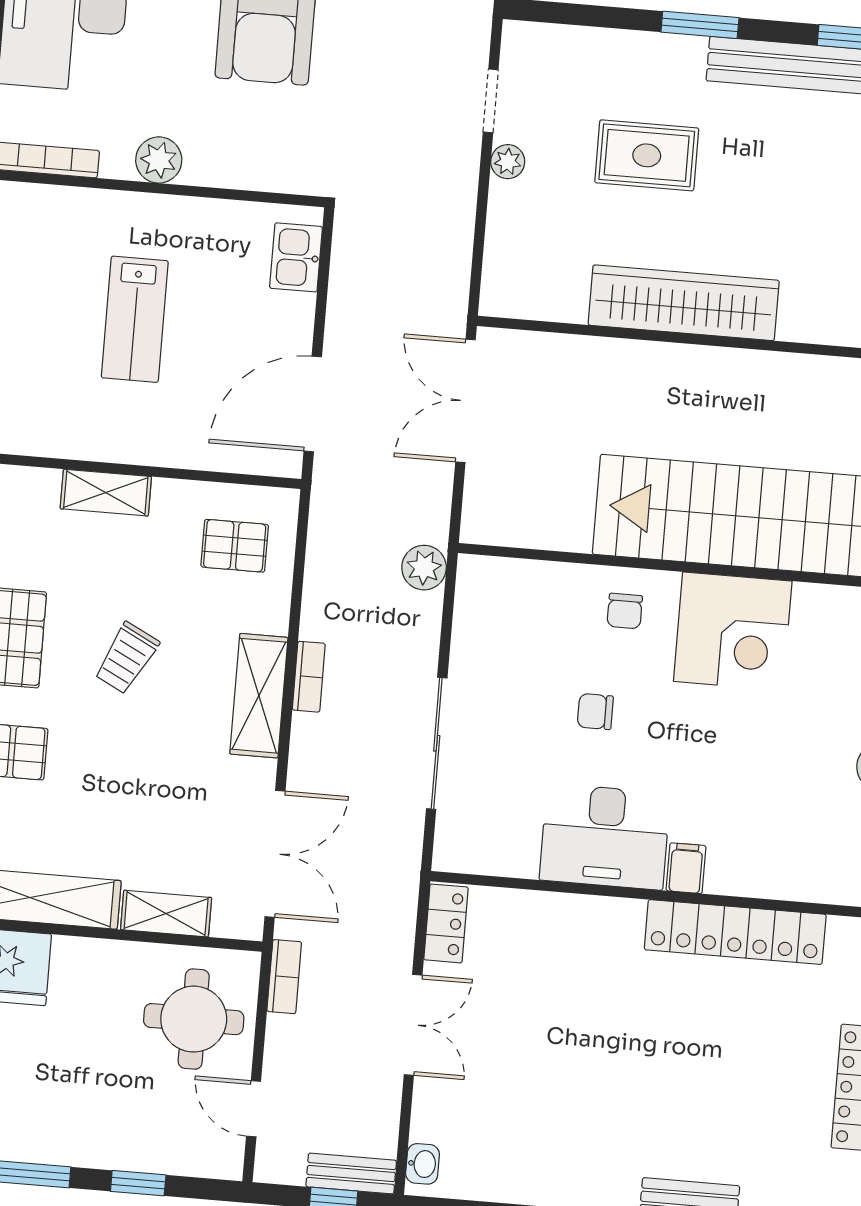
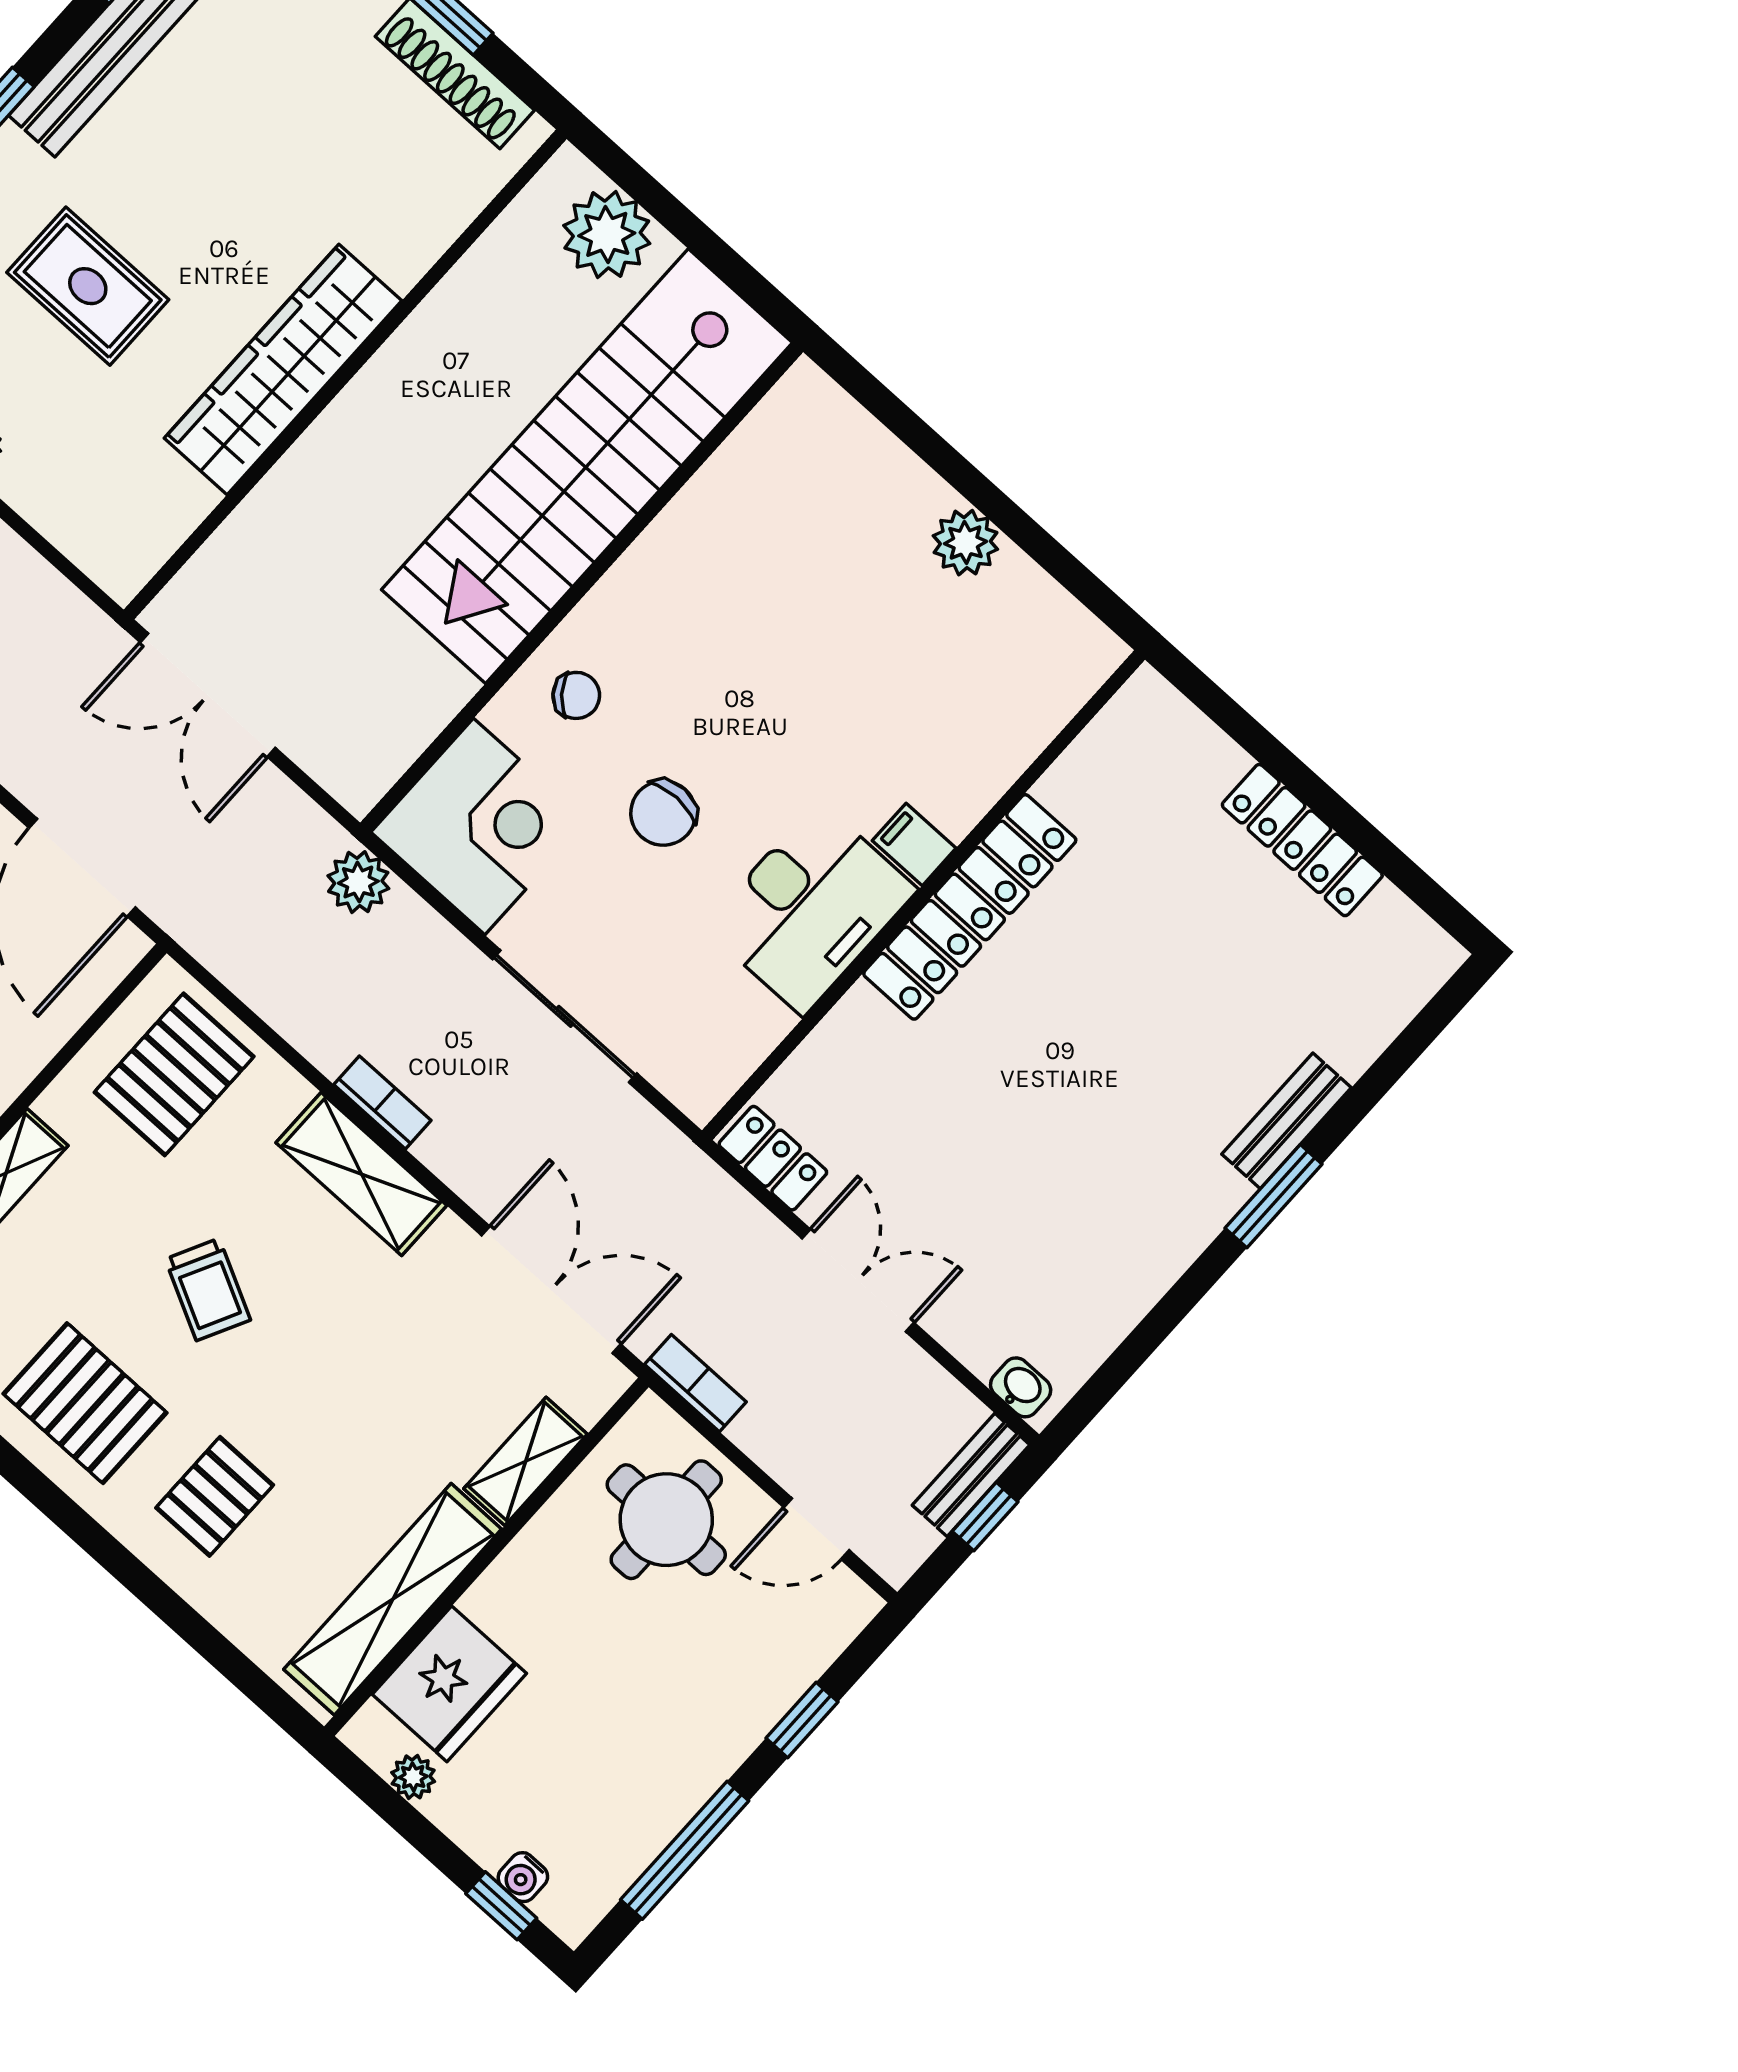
rug: (647, 155) -> (88, 286), turned 90
pallet: (235, 546) -> (174, 1074), width x1.50, depth x1.42
chair: (625, 611) -> (576, 695), turned -39
corner desk: (733, 631) -> (479, 827), moved
chair: (595, 712) -> (663, 813), width x1.37, depth x1.37
locker: (735, 932) -> (970, 907), moved

